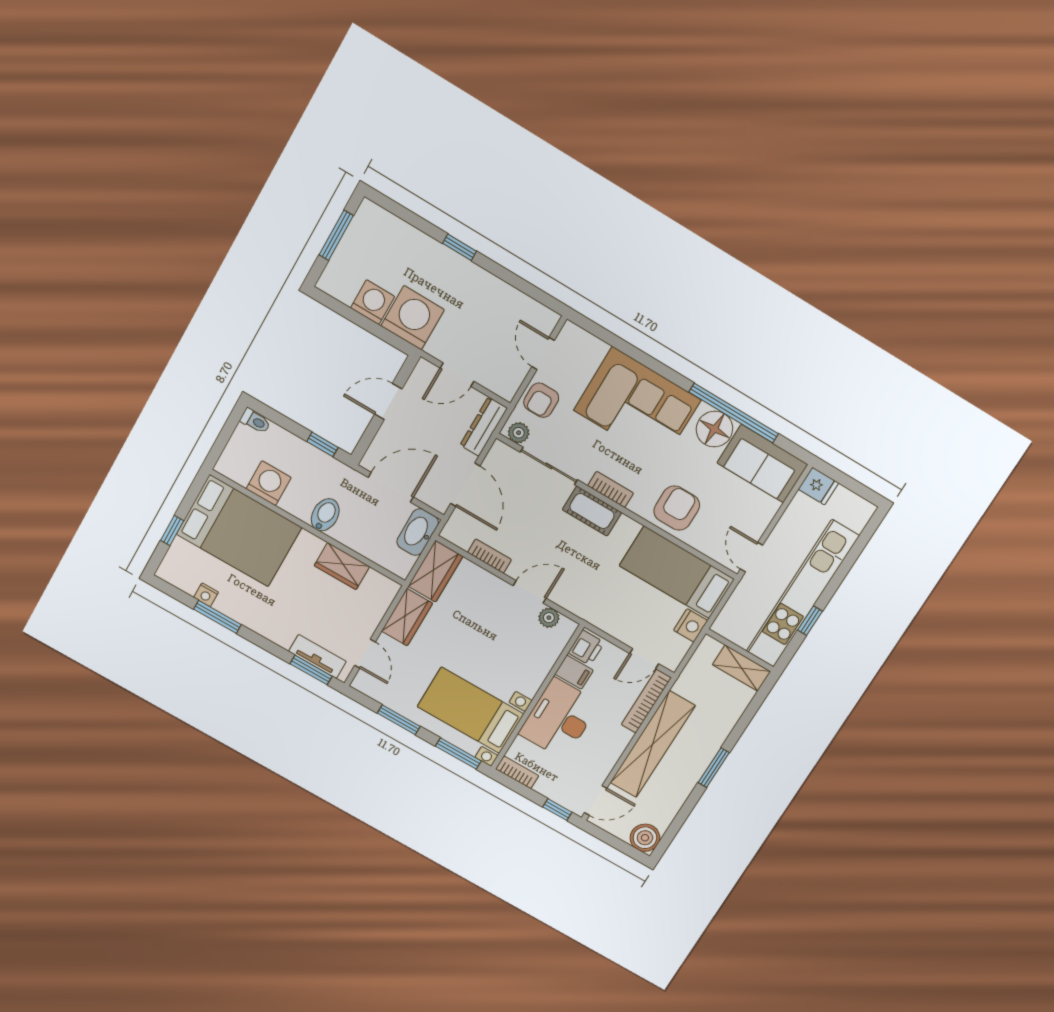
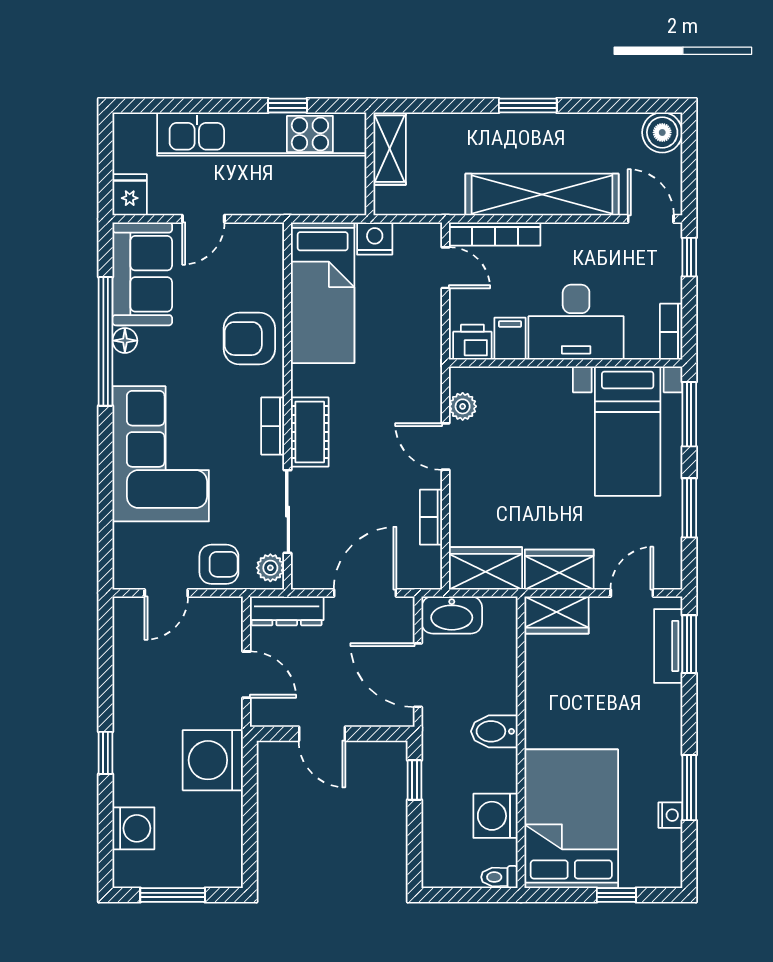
washing machine: (373, 302) -> (133, 828), moved, turned 180
toilet: (255, 421) -> (499, 877), moved, turned -90
floor lamp: (714, 429) -> (125, 341), width x0.53, depth x0.53
door: (752, 557) -> (203, 219), moved
wardrobe: (342, 566) -> (556, 615), moved, turned 90

